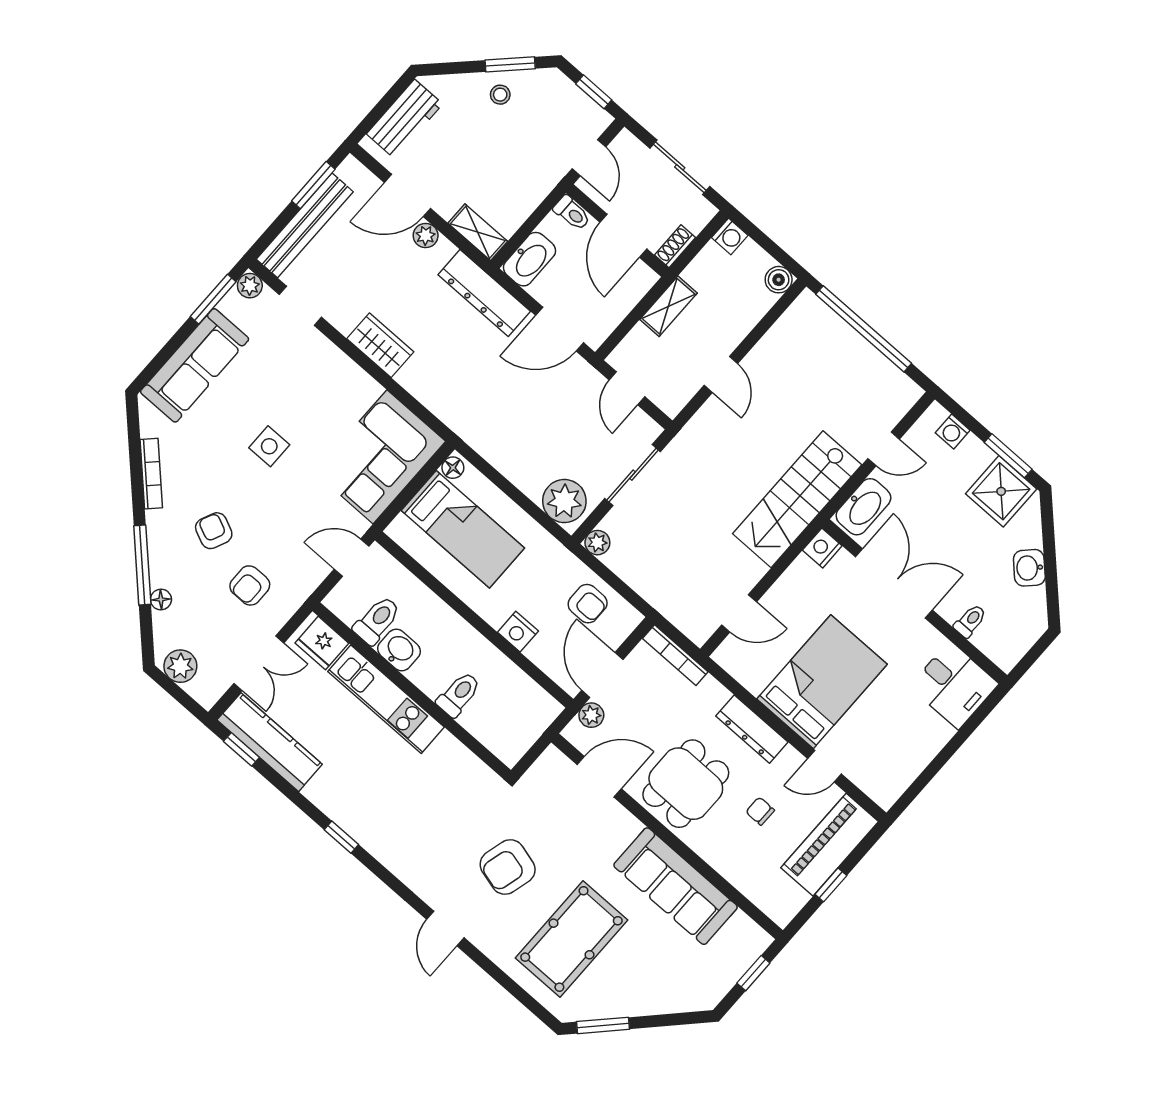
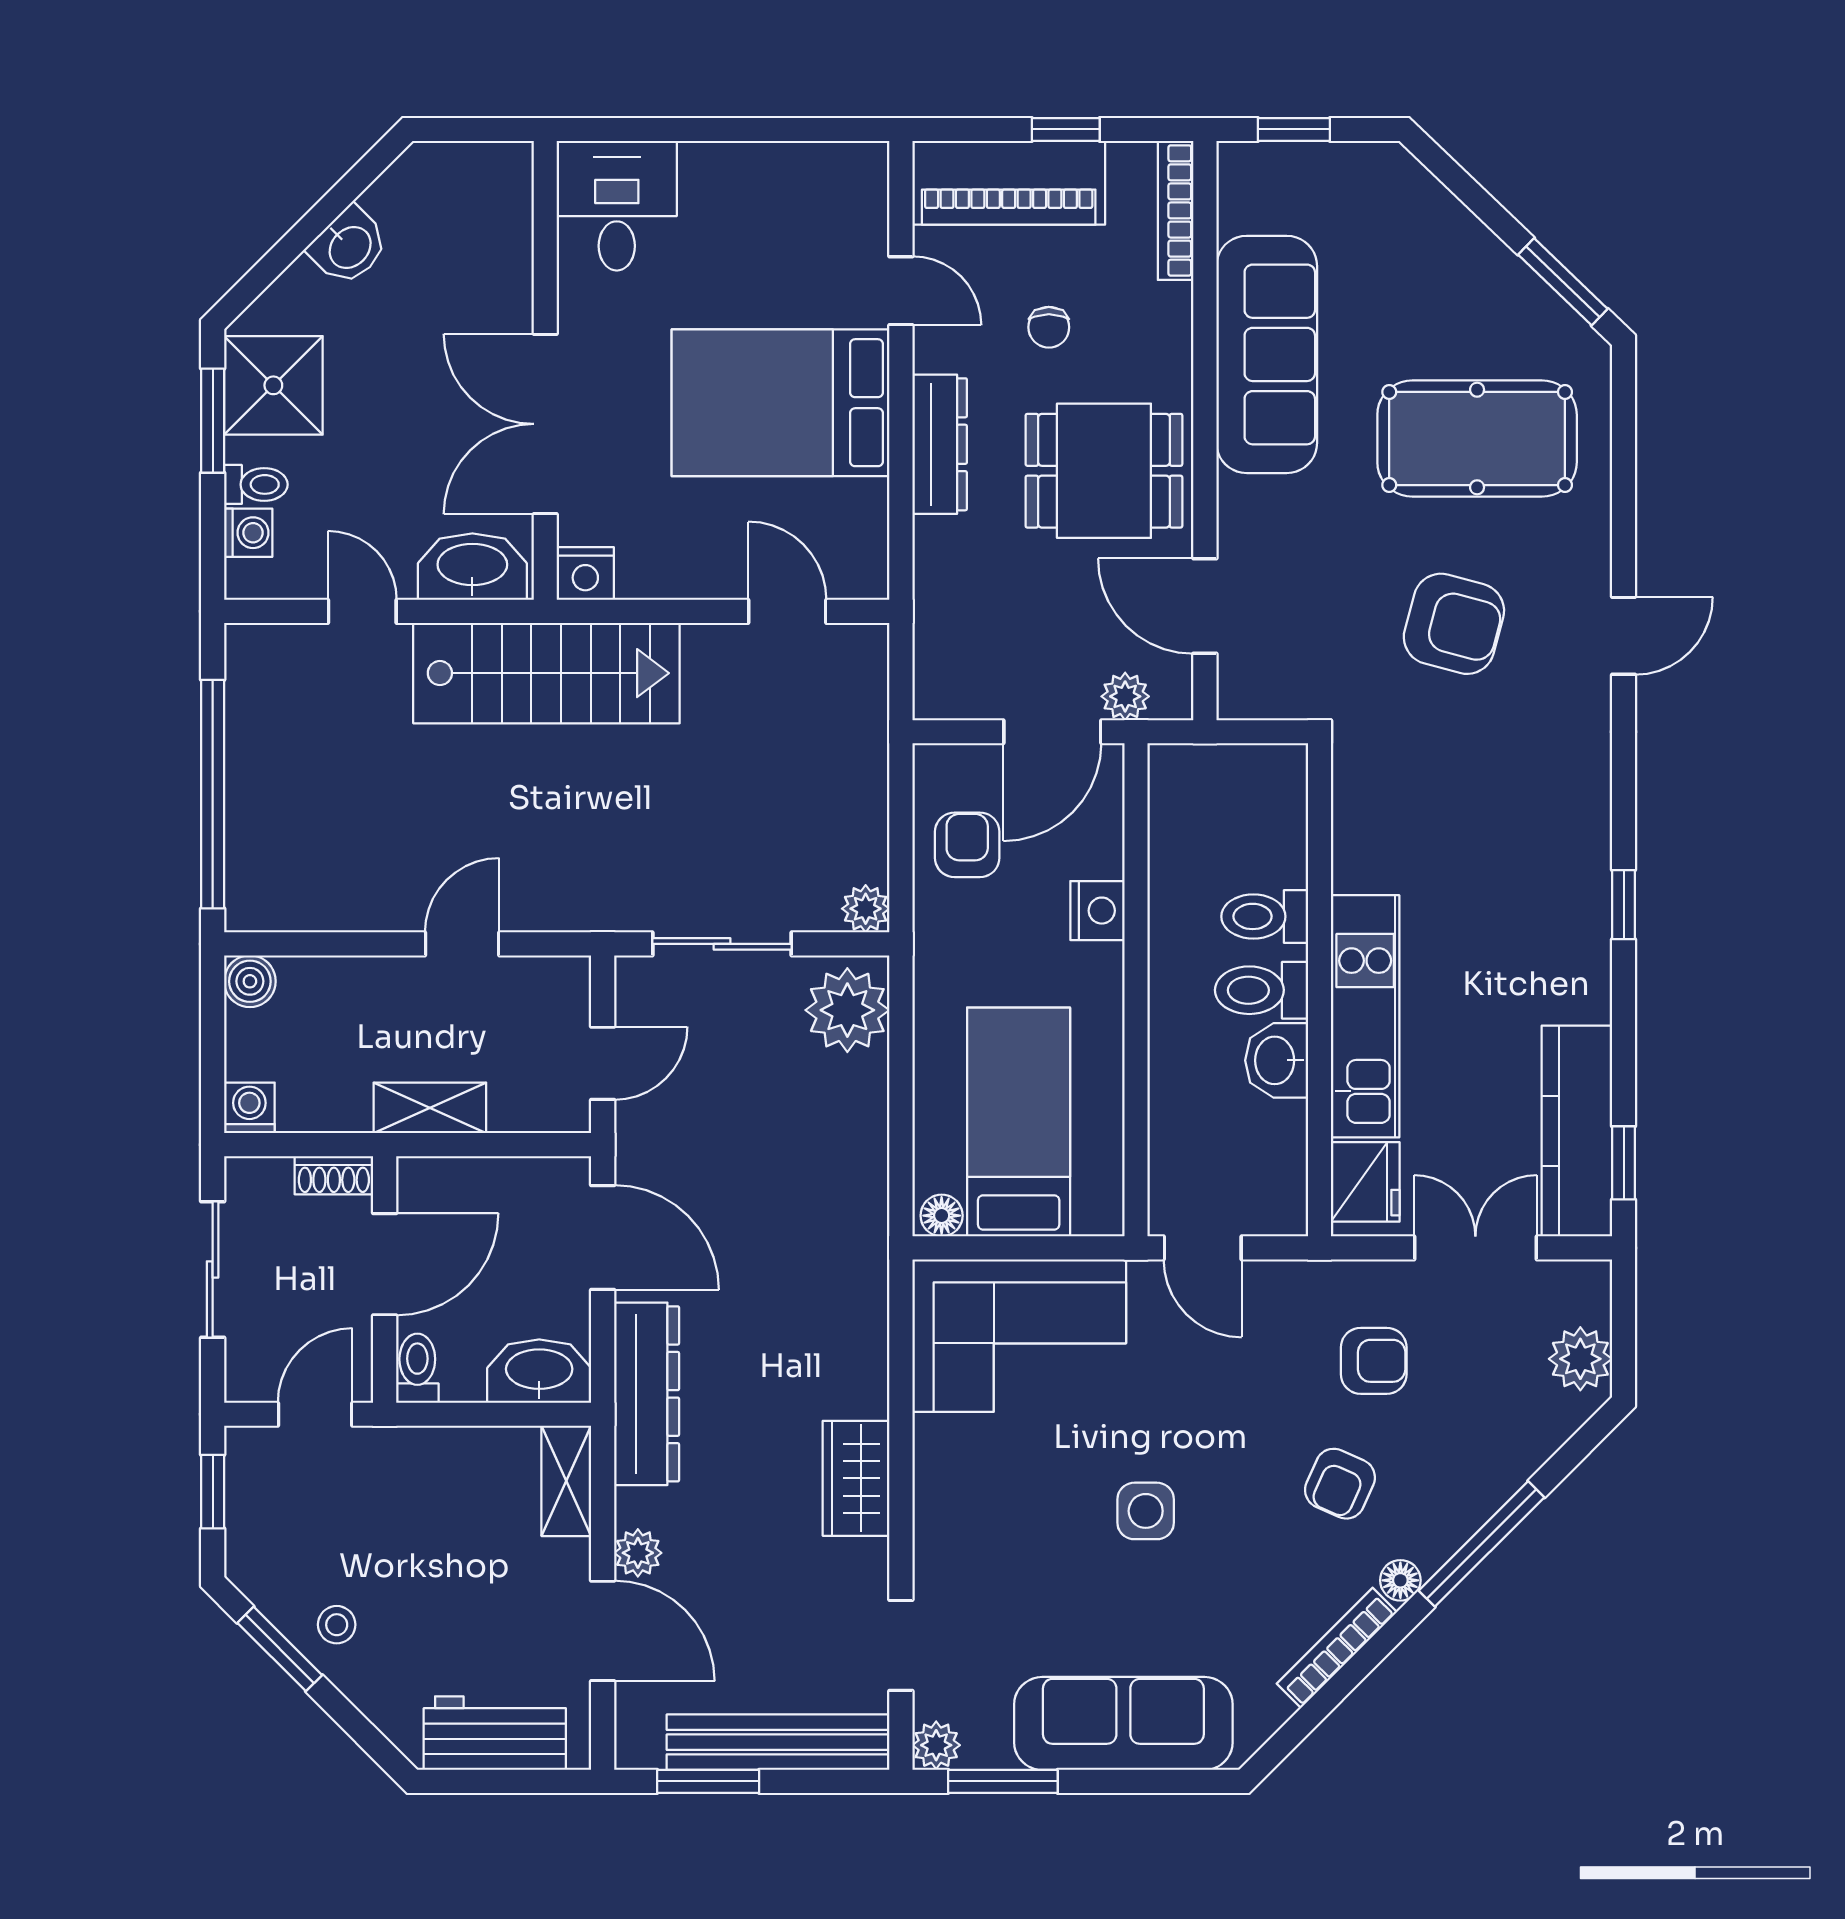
floor lamp: (161, 600) -> (1400, 1580), moved
toilet: (377, 620) -> (1261, 990), moved
toilet: (970, 621) -> (256, 484), moved, turned 180
bookcase: (675, 655) -> (1176, 210), moved, turned 180

